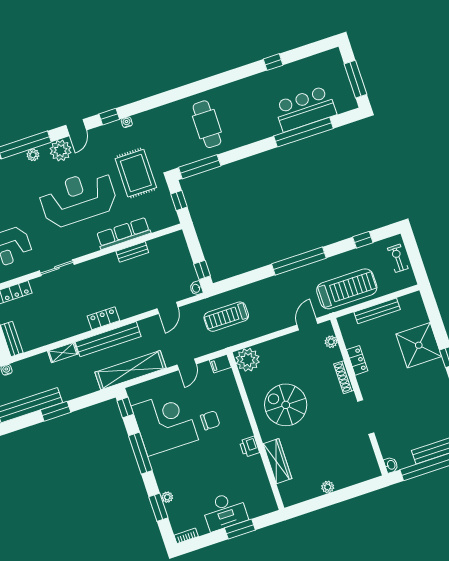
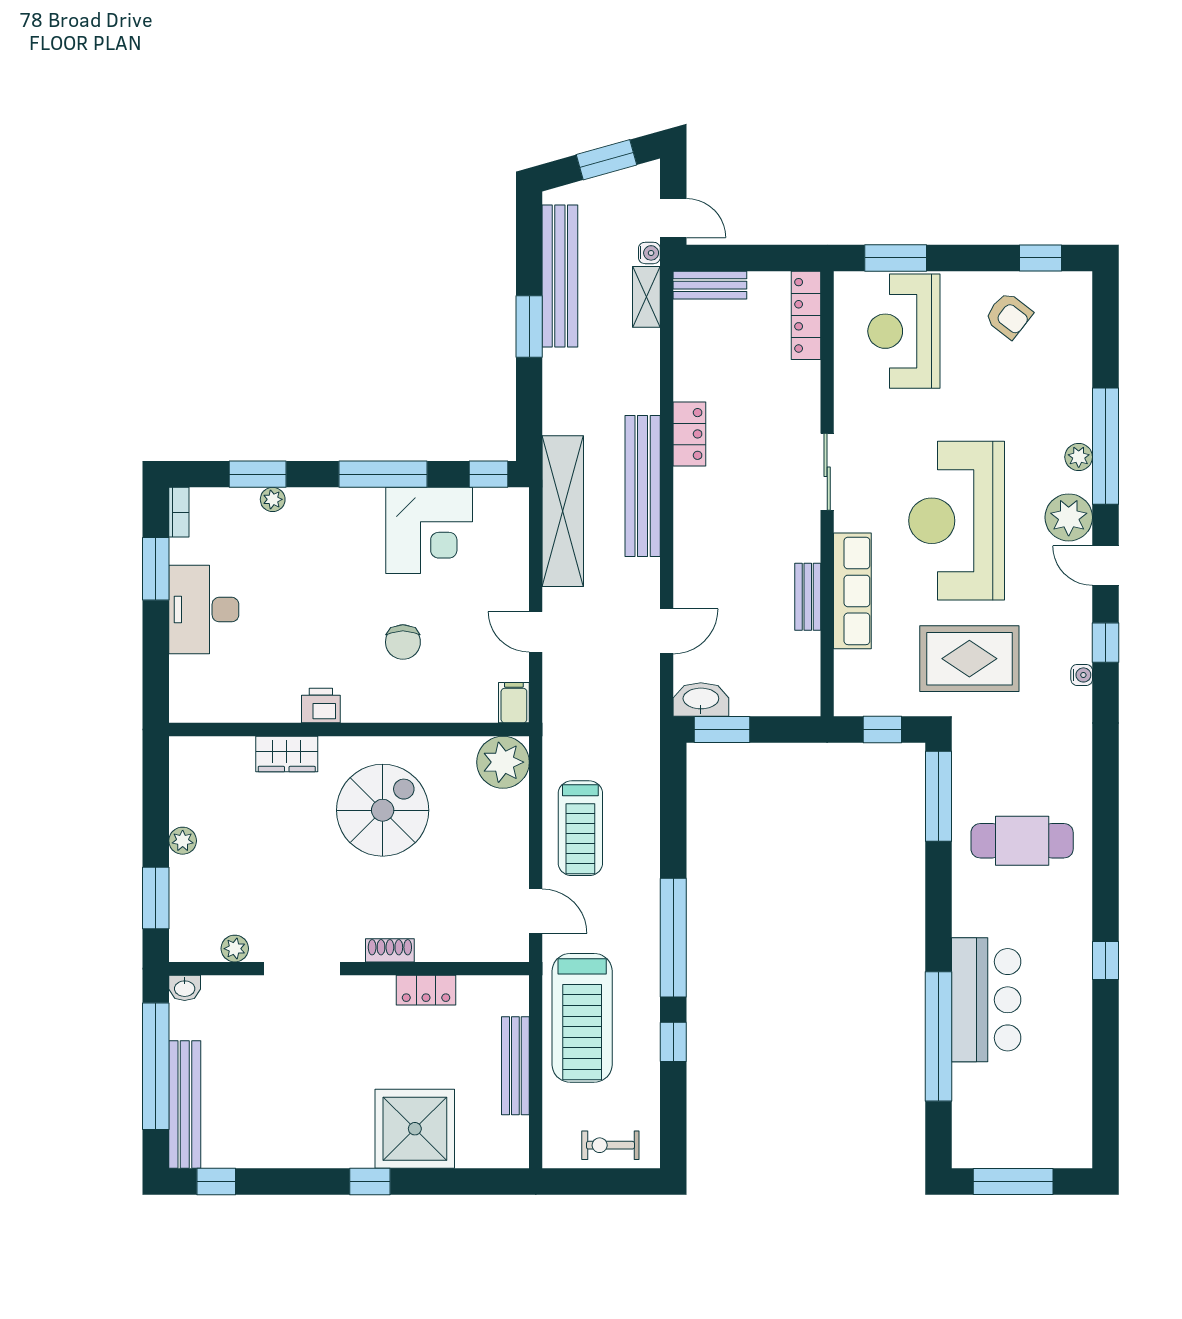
window: (273, 62) -> (1105, 961), moved
bar counter: (305, 109) -> (986, 1000), moved
reception desk: (78, 198) -> (957, 521), turned 180
window: (363, 240) -> (673, 1042), moved
exercise bike: (398, 258) -> (610, 1145), turned 180
sliding door: (57, 268) -> (827, 472), moved
window: (202, 270) -> (722, 730), width x1.50
washbasin: (196, 288) -> (701, 700), width x1.91, depth x1.45
door: (168, 308) -> (667, 631), swing flipped
treadmill: (226, 317) -> (580, 828), moved, turned 180
locker: (103, 318) -> (689, 434), moved
plant: (331, 342) -> (235, 949), moved
shelving: (63, 352) -> (646, 297), moved
shoe rack: (344, 377) -> (390, 950), width x0.70
corner desk: (165, 423) -> (429, 530), width x0.74, depth x0.74
wardrobe: (277, 461) -> (287, 754), width x0.67
window: (356, 490) -> (156, 898), added
window: (240, 529) -> (156, 569), moved

